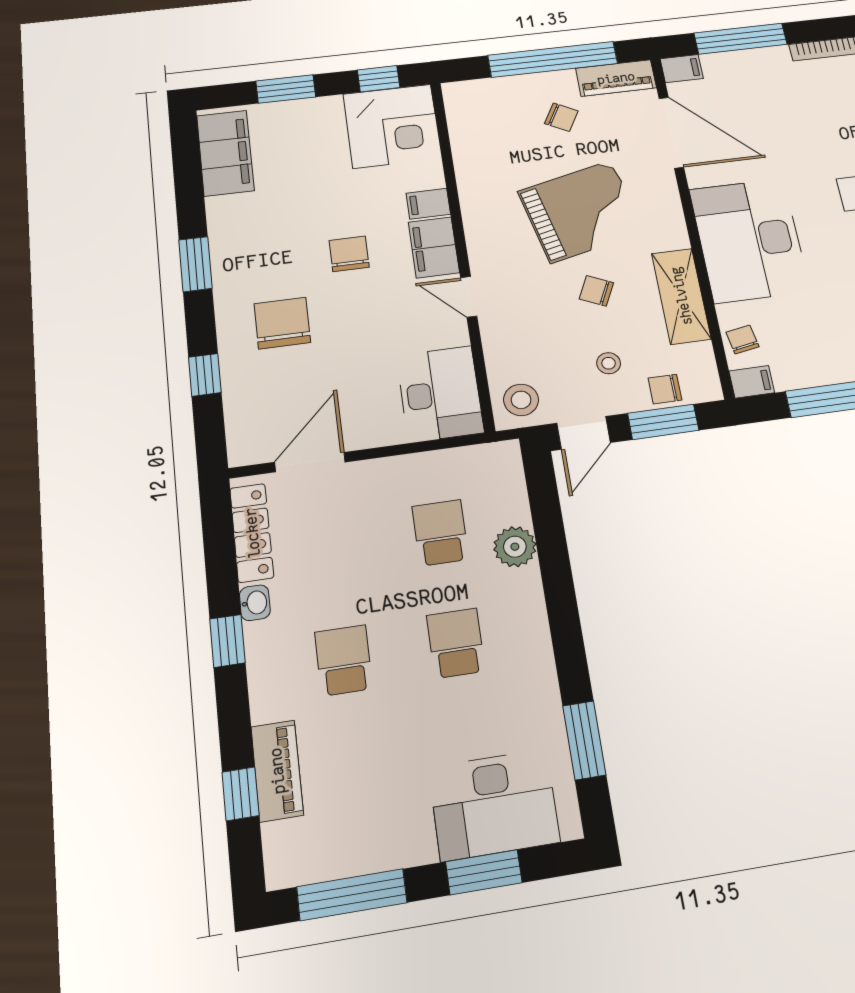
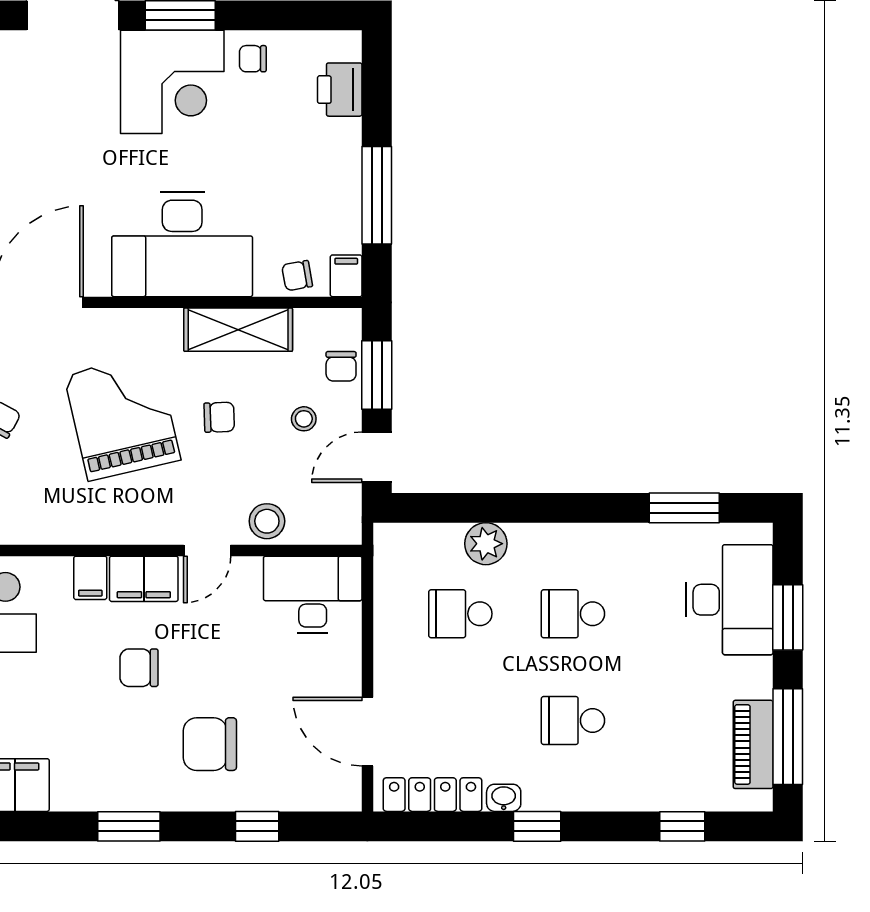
chair: (596, 291) -> (219, 417), turned -117
stool: (521, 400) -> (267, 521), moved
door: (584, 433) -> (377, 457), swing flipped
piano: (277, 771) -> (753, 744), moved, turned -90

